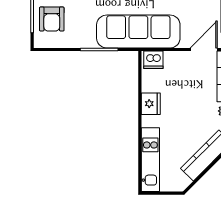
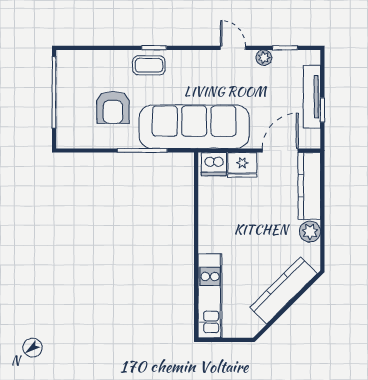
armchair: (52, 19) -> (113, 107), moved
fridge: (151, 104) -> (242, 165), moved, turned 90

